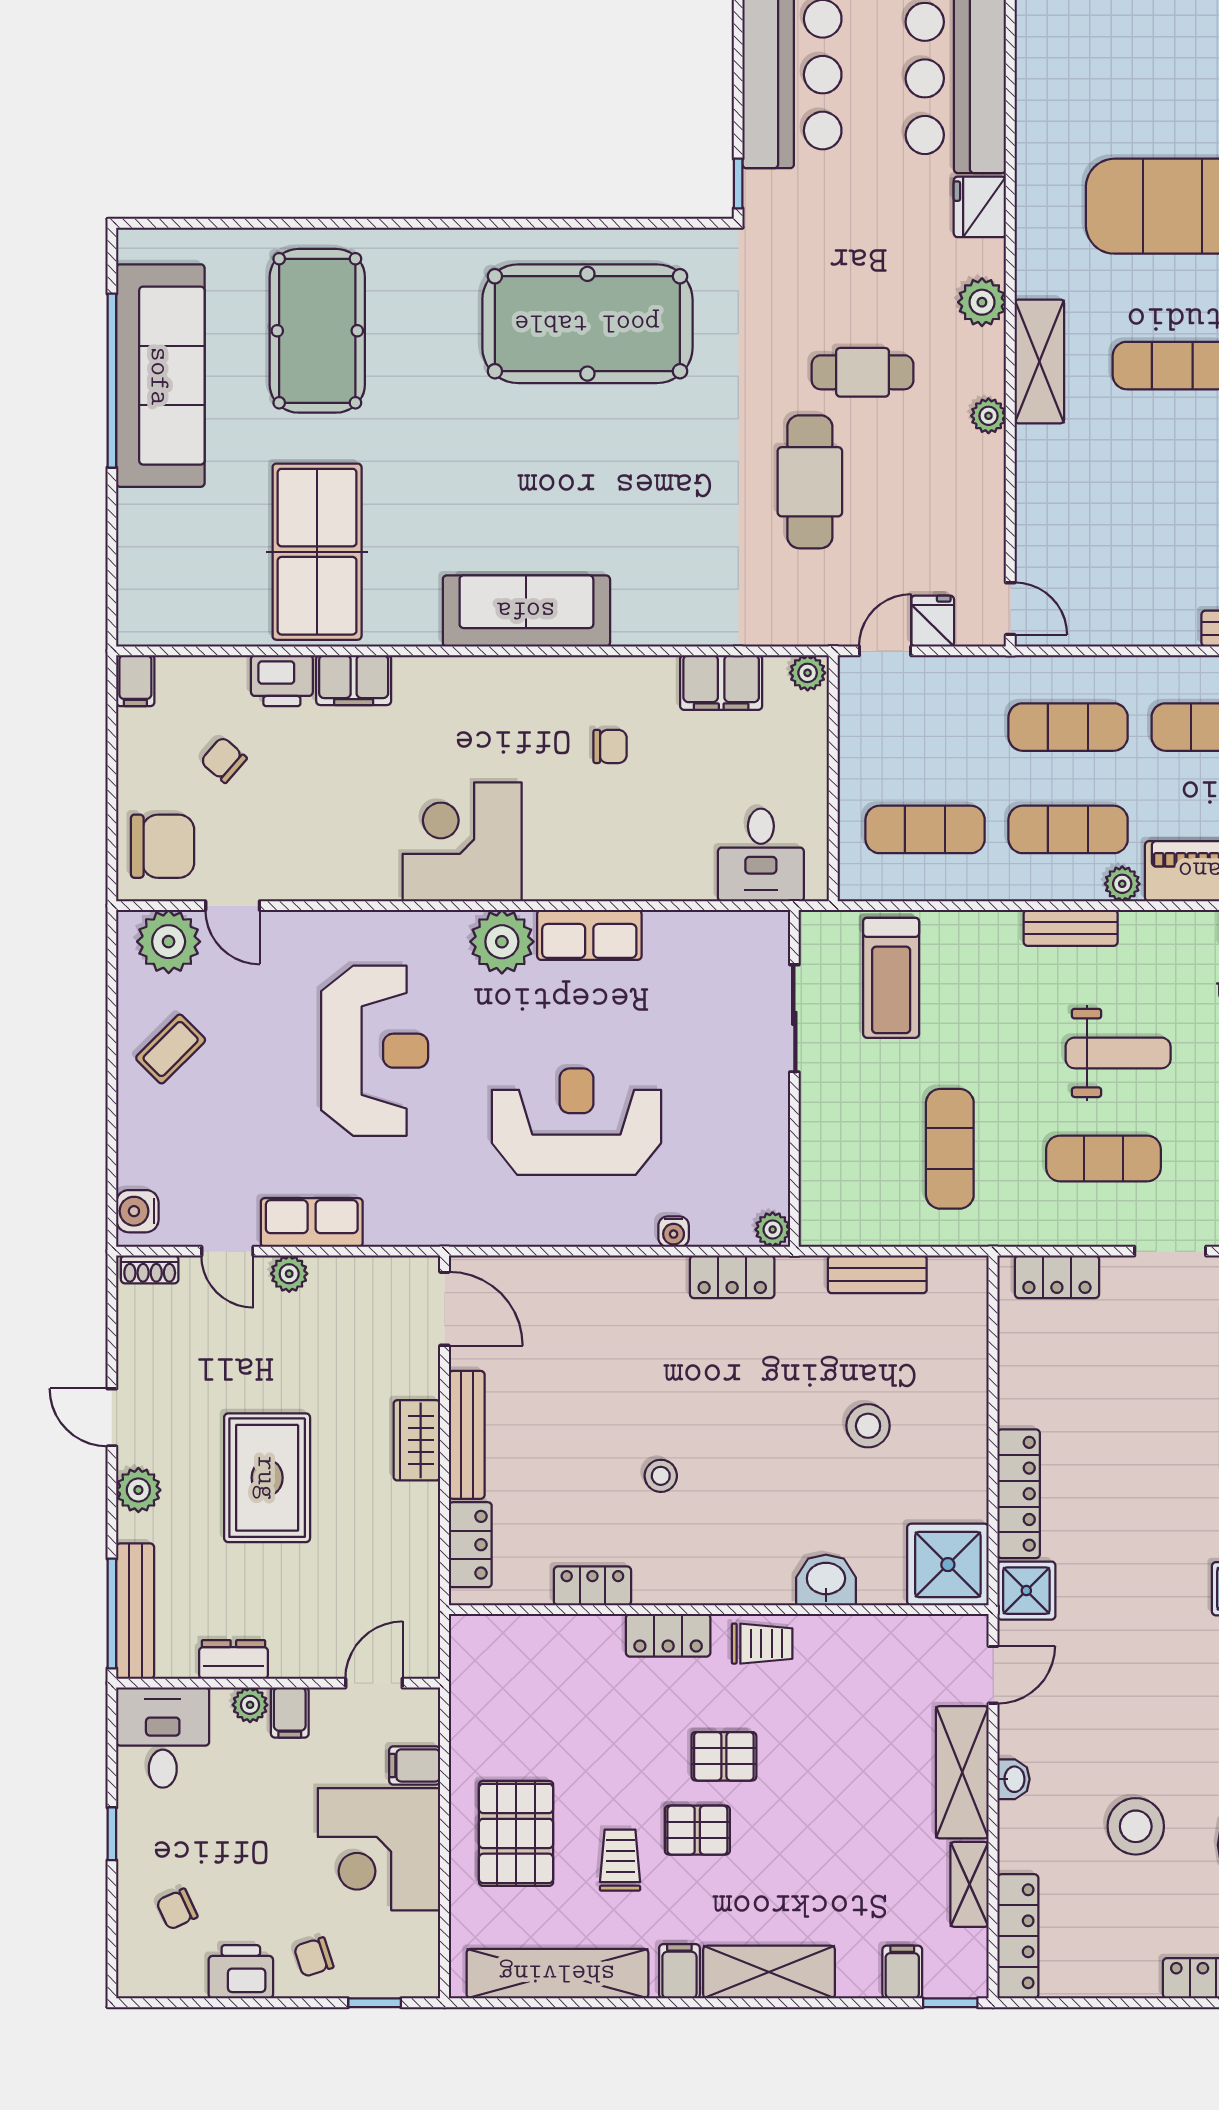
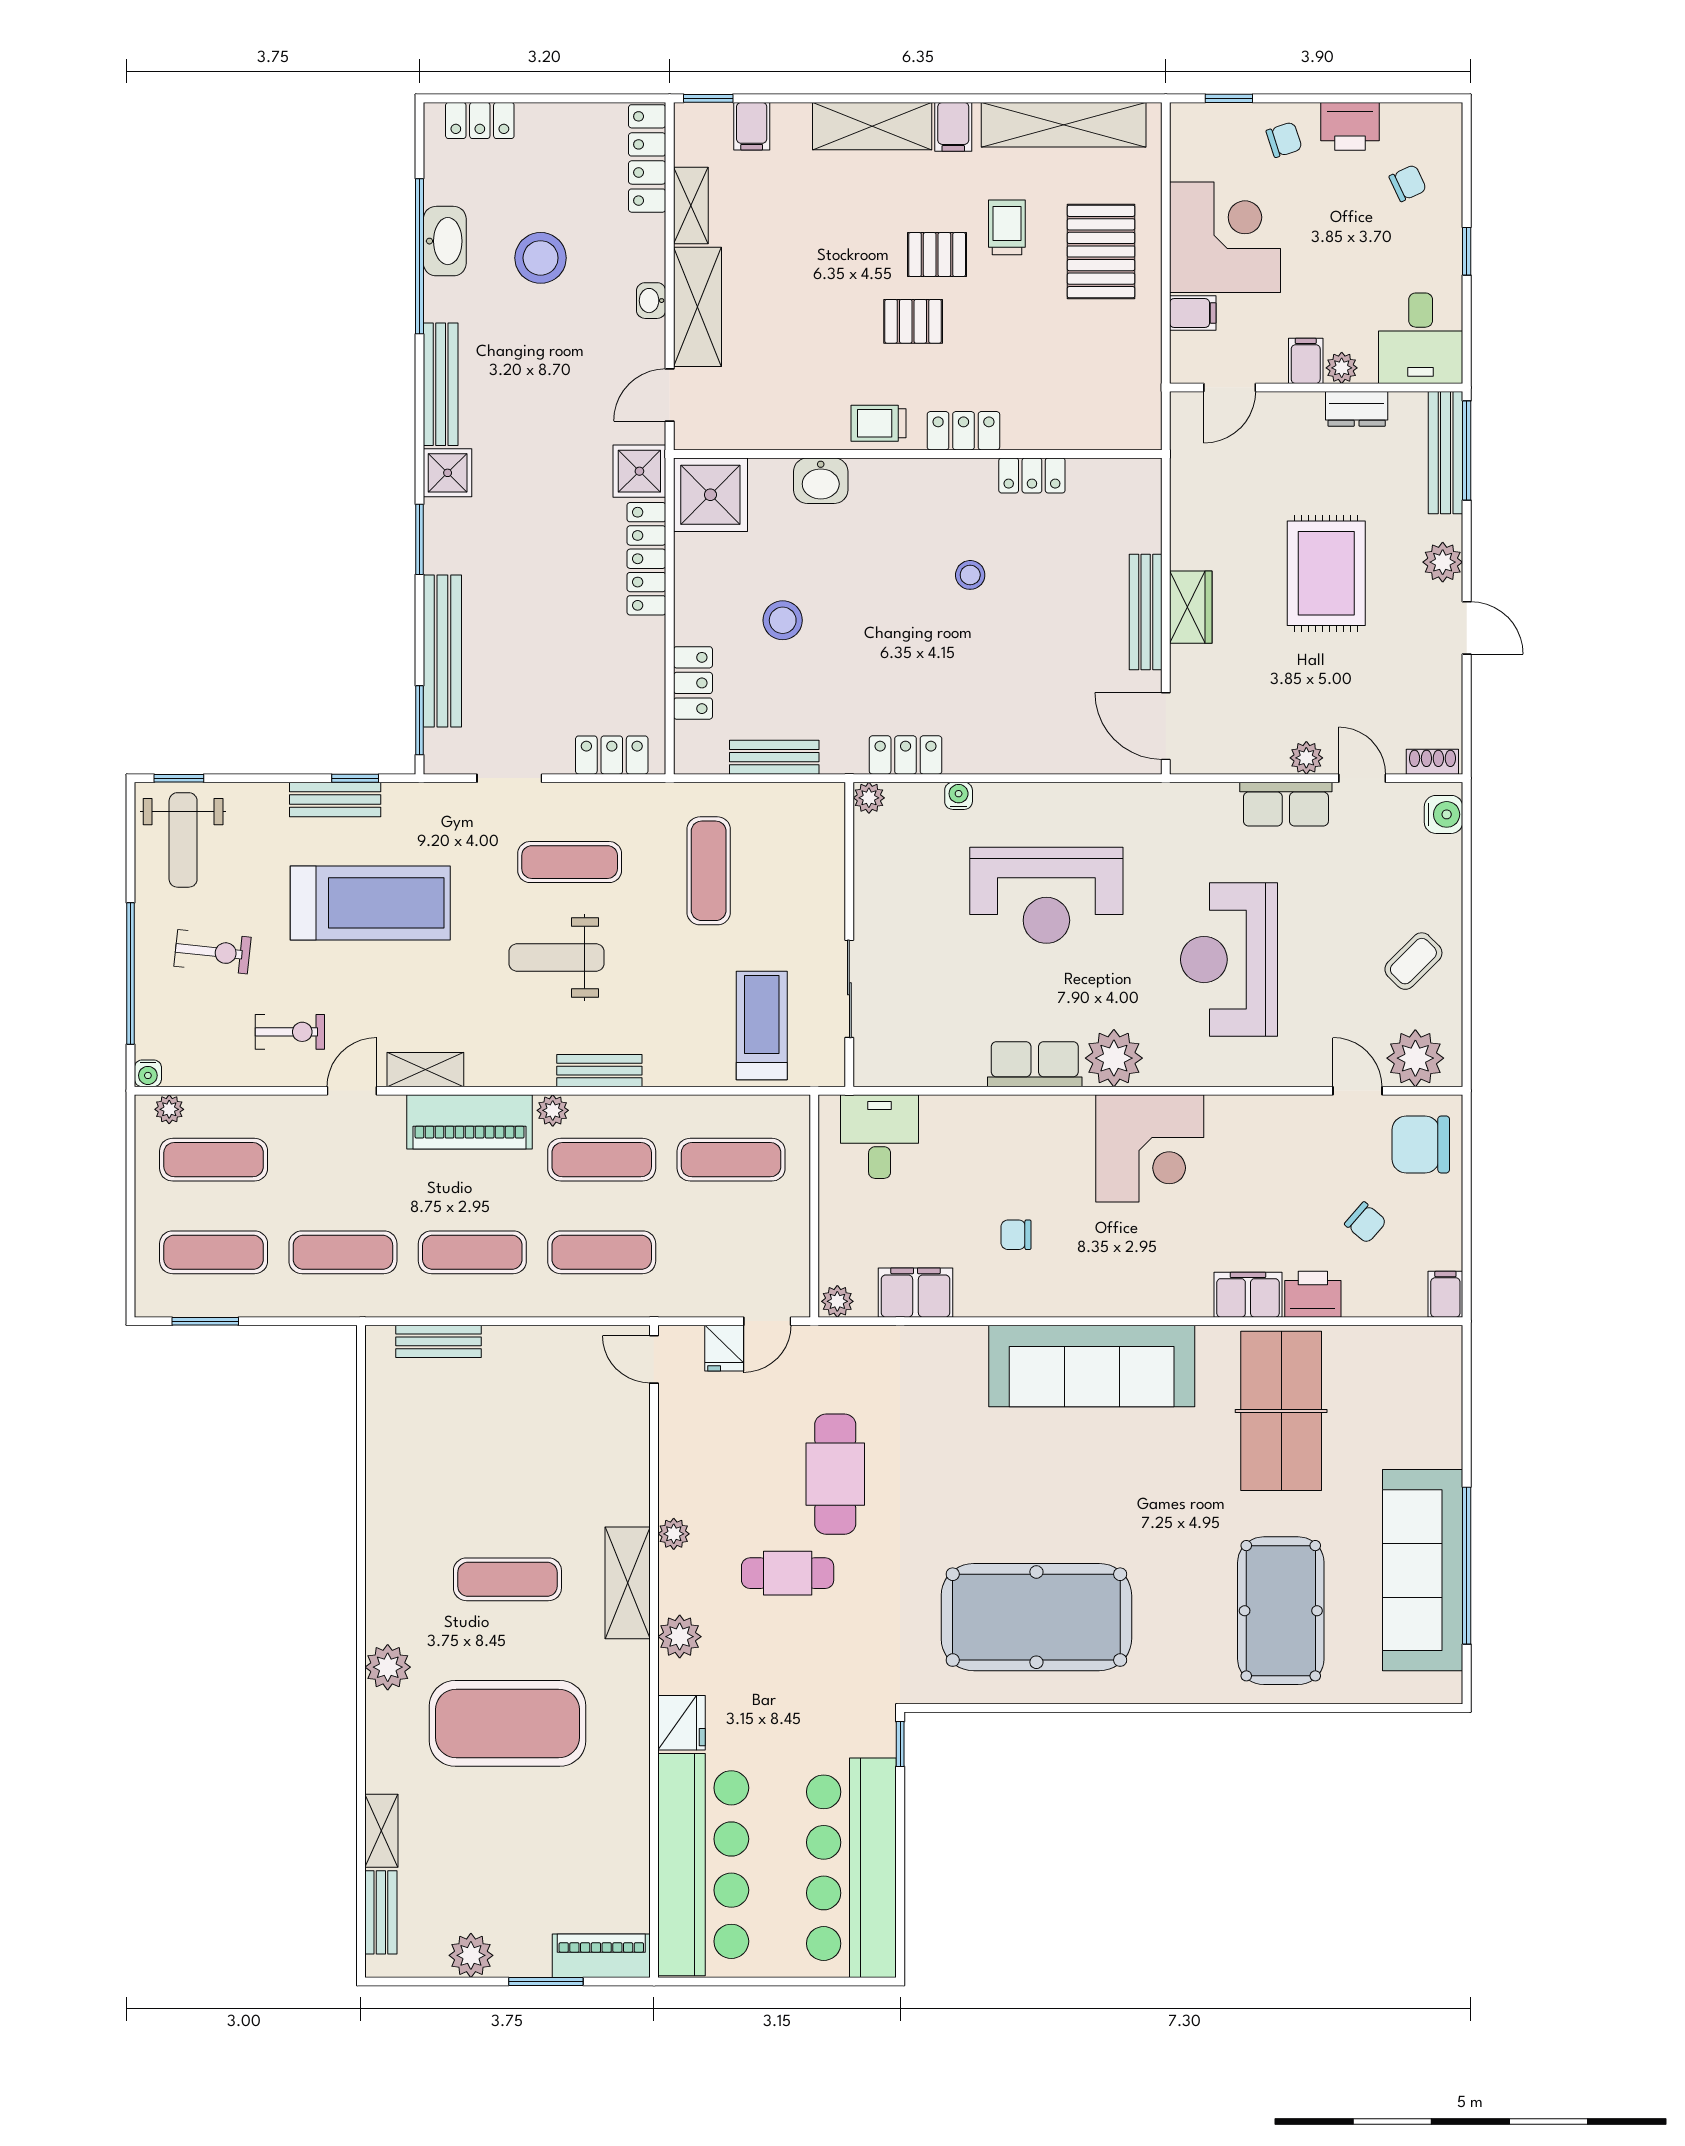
sofa: (526, 611) -> (1092, 1366), width x1.36, depth x1.27
locker: (470, 1545) -> (693, 683), moved, turned 180
trolley: (620, 1860) -> (1007, 227), turned 180

